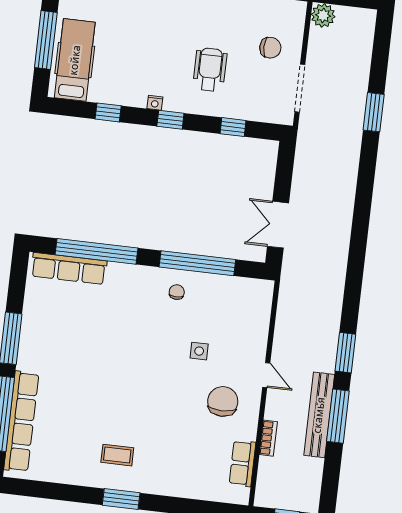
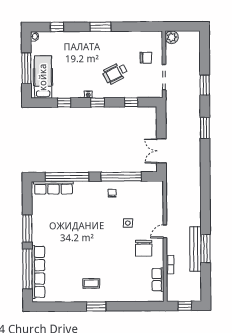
wheelchair: (210, 69) -> (115, 73), turned -117
window: (345, 353) -> (205, 128), moved
door: (266, 375) -> (165, 231), swing flipped
chair: (223, 401) -> (144, 248), turned 180

